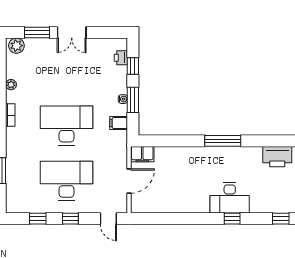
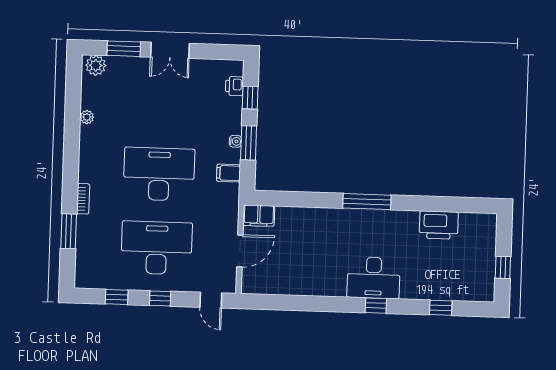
bookcase: (10, 115) -> (83, 199), moved

